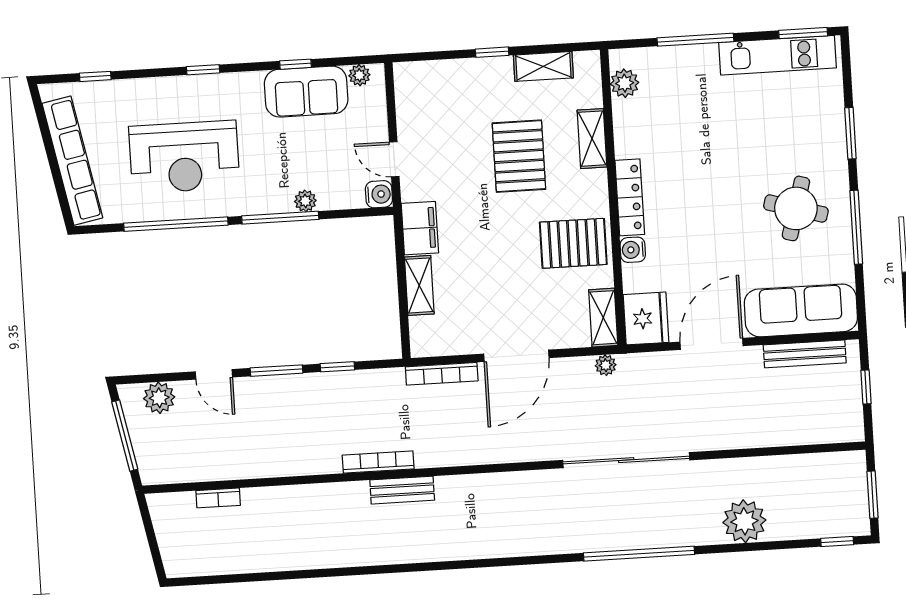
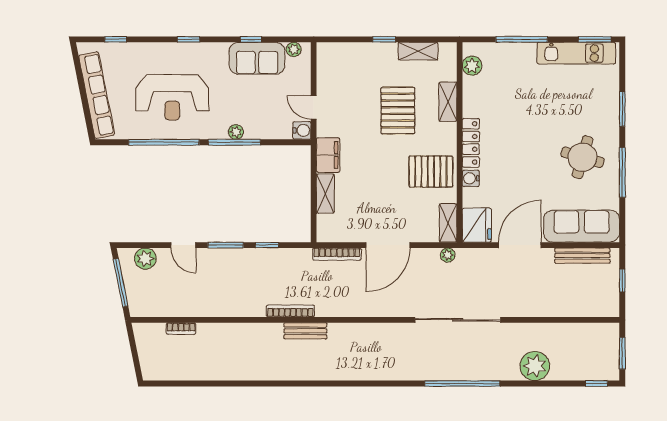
plant: (305, 201) -> (236, 132), moved

